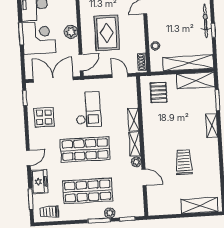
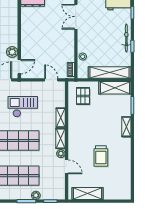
plant: (71, 32) -> (12, 52), moved
rug: (107, 33) -> (42, 43), removed
checkout: (88, 109) -> (23, 107), turned -90
trolley: (184, 162) -> (101, 156), turned 180
shelving: (199, 205) -> (87, 193), moved

